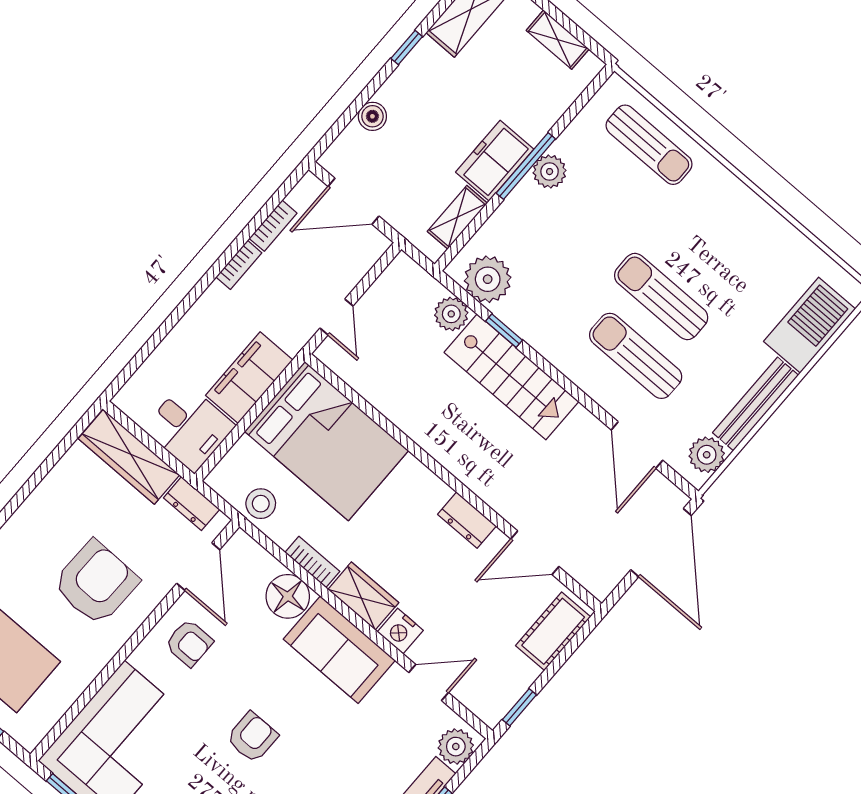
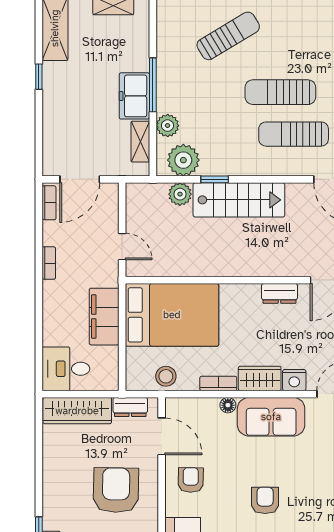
boiler: (372, 116) -> (52, 127), removed
sun lounger: (649, 145) -> (228, 36), moved, turned -31
plant: (550, 172) -> (168, 126), moved
bookcase: (273, 226) -> (49, 203), moved
desk: (189, 427) -> (66, 369), moved, turned 180
floor lamp: (288, 596) -> (228, 405), width x0.53, depth x0.53
armchair: (189, 643) -> (191, 480), turned -89

